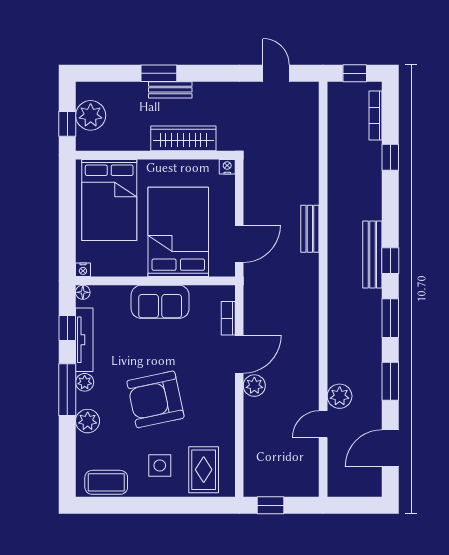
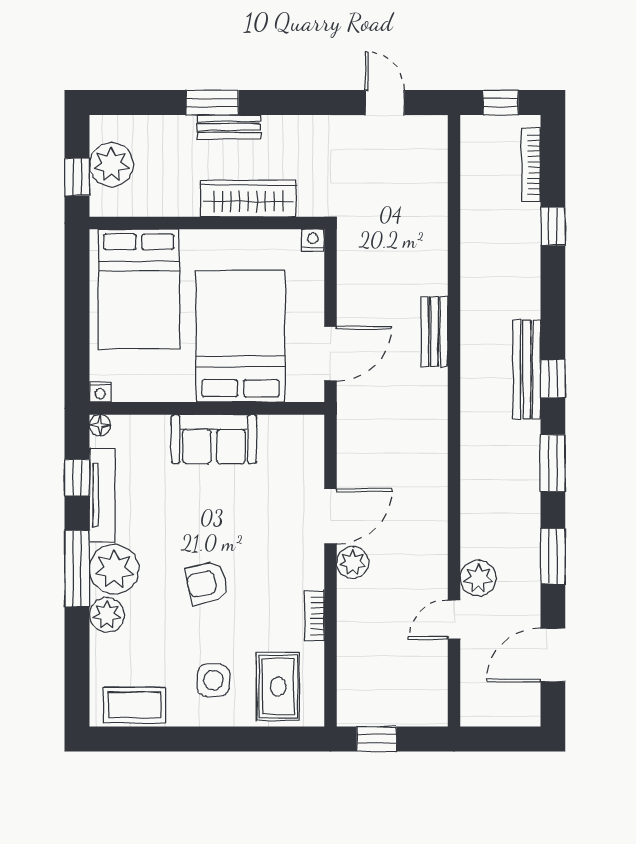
bookcase: (228, 318) -> (314, 616), moved
plant: (85, 382) -> (114, 569), width x1.87, depth x1.87
armchair: (155, 399) -> (207, 583), width x0.53, depth x0.53

